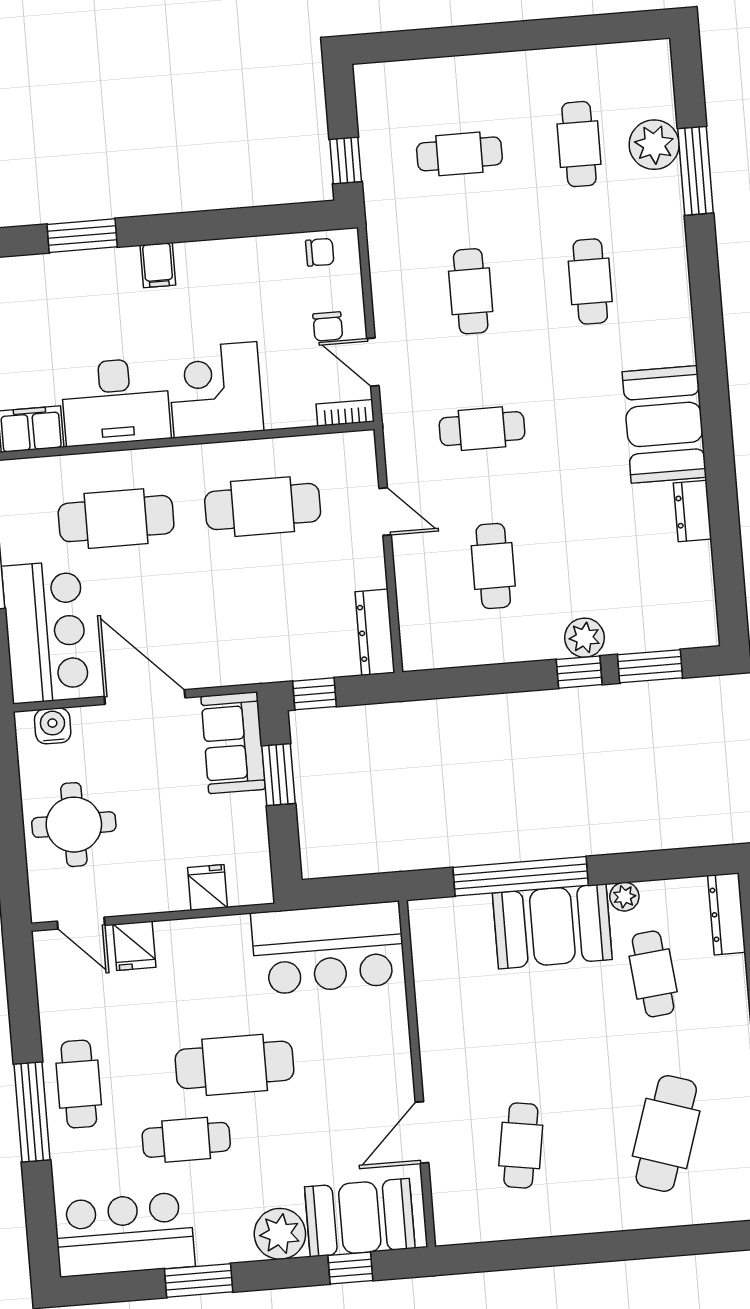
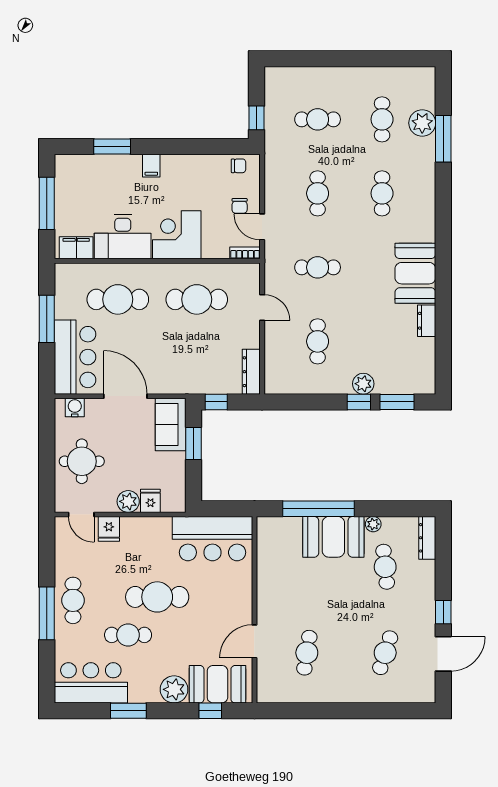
plant: (166, 892) -> (128, 501), added
cafe table: (666, 1133) -> (385, 653), width x0.73, depth x0.74

